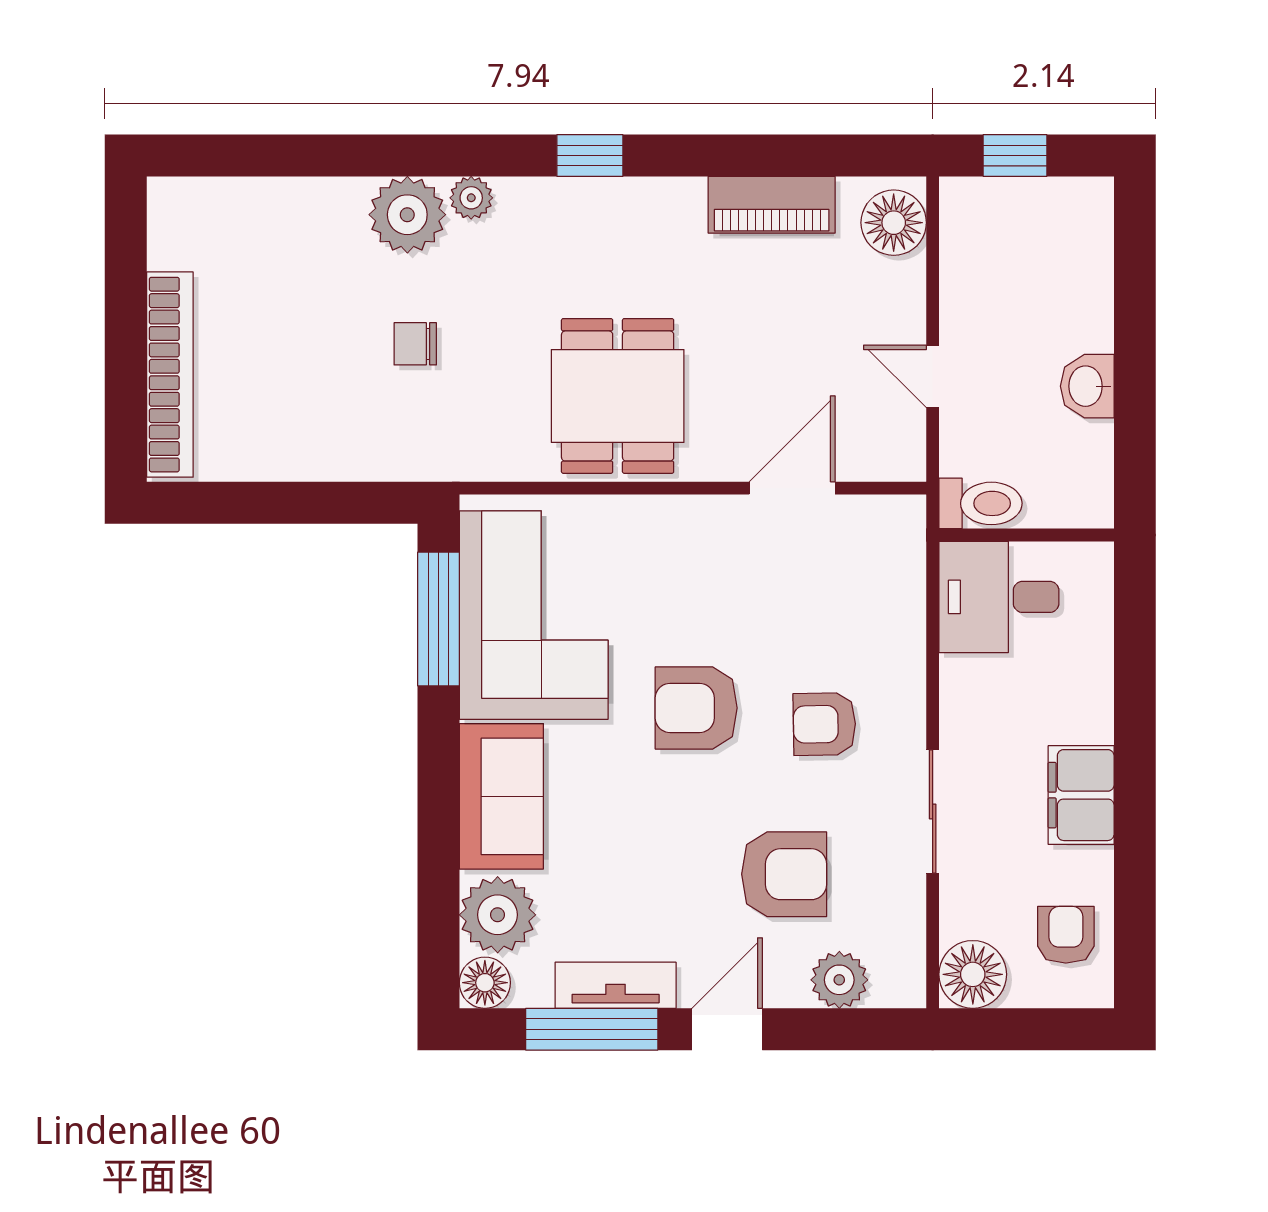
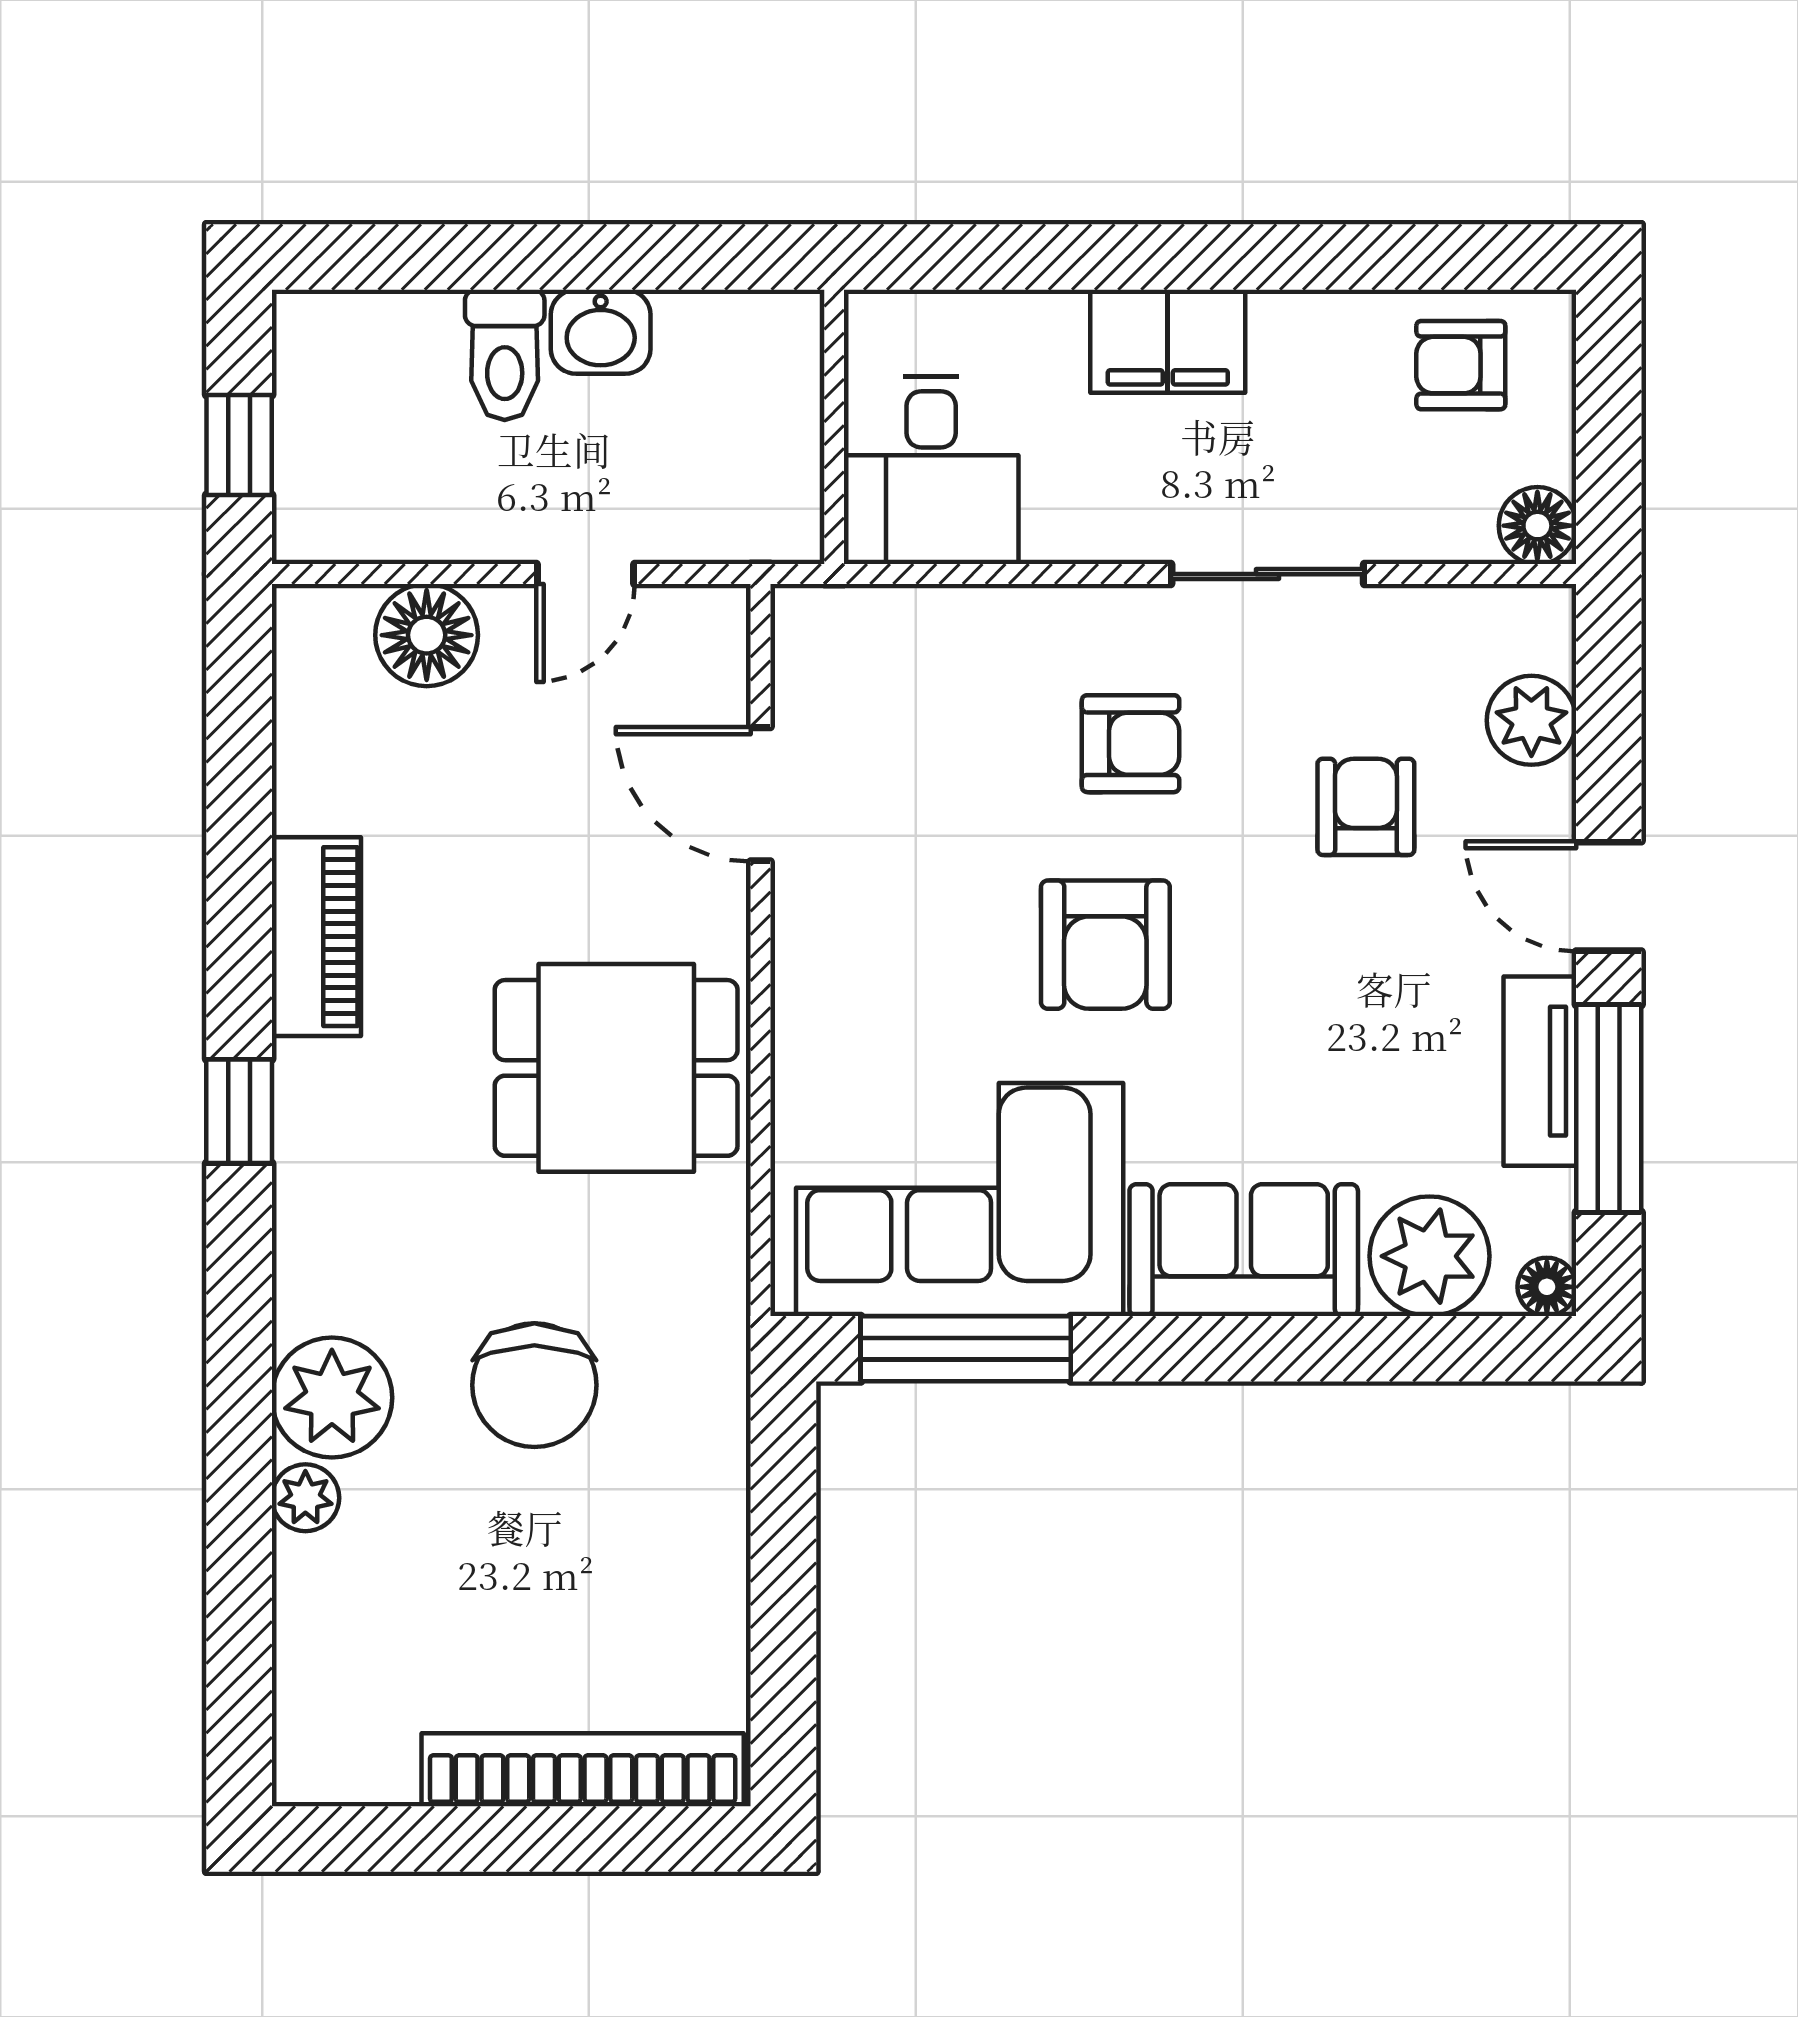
plant: (471, 198) -> (305, 1498), moved
piano: (772, 205) -> (316, 937), moved
floor lamp: (894, 223) -> (427, 635), moved
chair: (415, 344) -> (534, 1385), width x1.87, depth x1.87
toilet: (980, 503) -> (505, 355), moved, turned 180
armchair: (824, 724) -> (1131, 744), turned -89
filing cabinet: (1081, 795) -> (1168, 341), moved
armchair: (784, 874) -> (1366, 807), width x0.72, depth x0.72
floor lamp: (973, 974) -> (1537, 526), width x0.73, depth x0.73
floor lamp: (485, 983) -> (1547, 1287), width x0.73, depth x0.73

